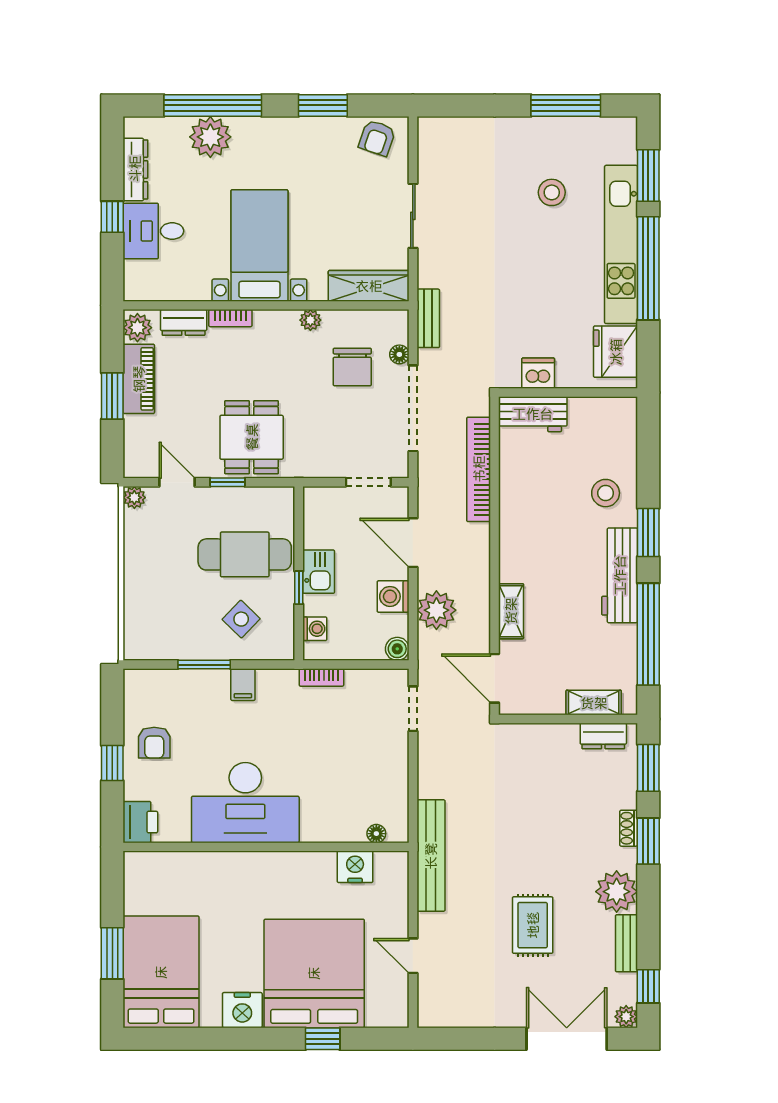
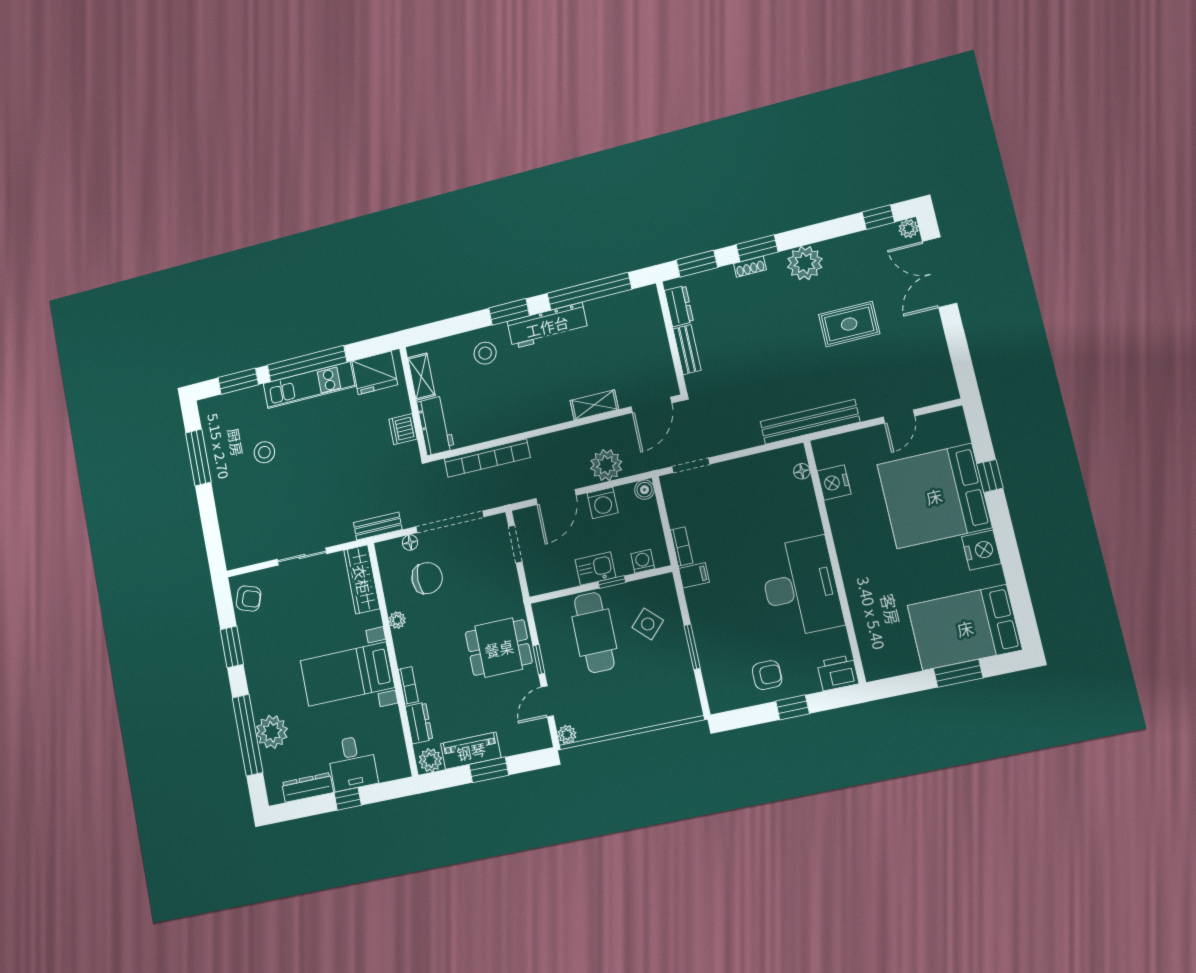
kitchen unit: (621, 244) -> (309, 385), width x0.73
filing cabinet: (243, 685) -> (694, 575), moved
shelving: (594, 703) -> (421, 377), moved
bench: (626, 943) -> (687, 350), moved, turned 90

